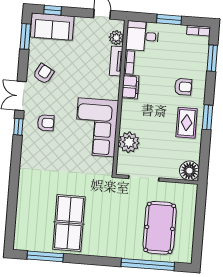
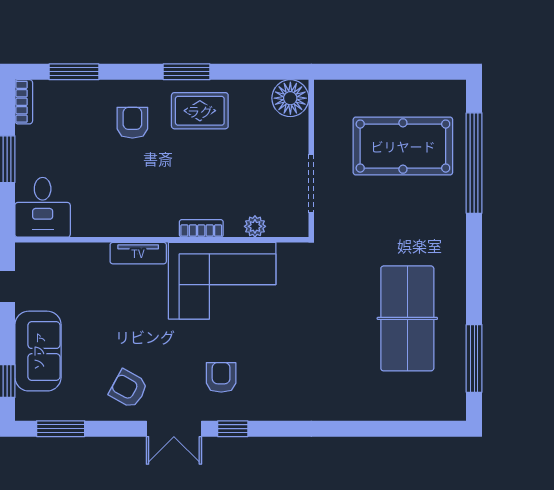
sofa: (52, 27) -> (38, 351), moved
plant: (116, 38) -> (49, 256), removed
tv unit: (116, 61) -> (138, 253), moved
bookcase: (129, 62) -> (201, 228), moved
filing cabinet: (130, 87) -> (140, 222), removed
plant: (129, 142) -> (255, 226), width x0.53, depth x0.53
table tennis table: (69, 223) -> (407, 318), turned 90

